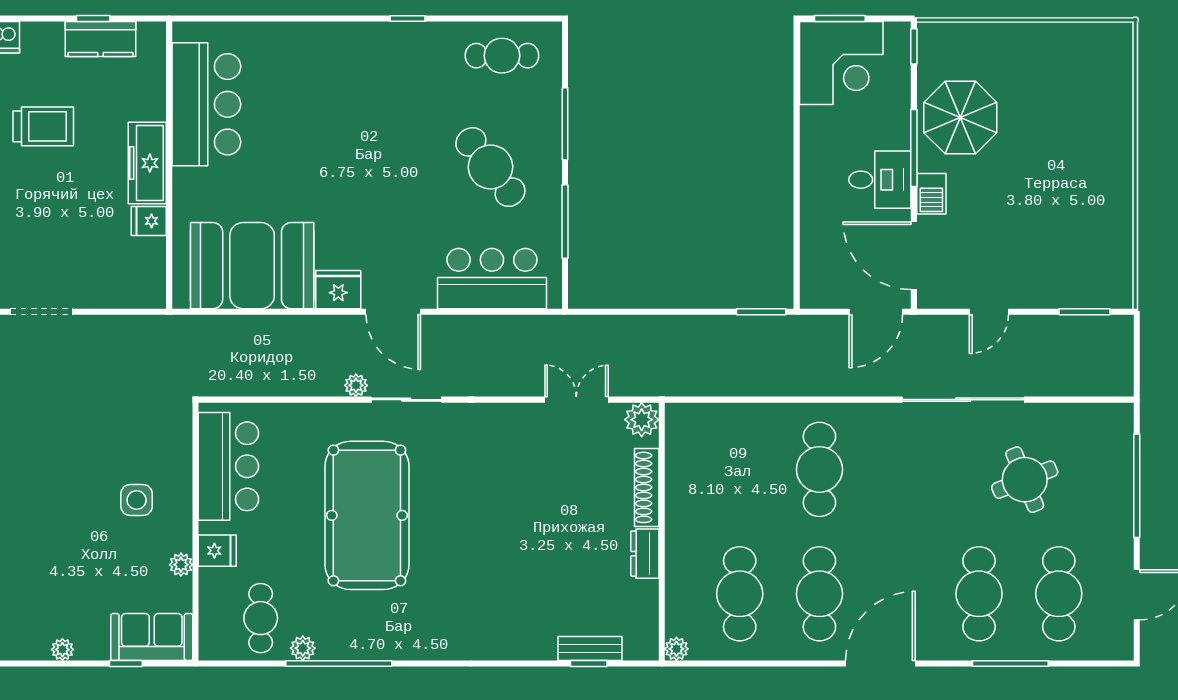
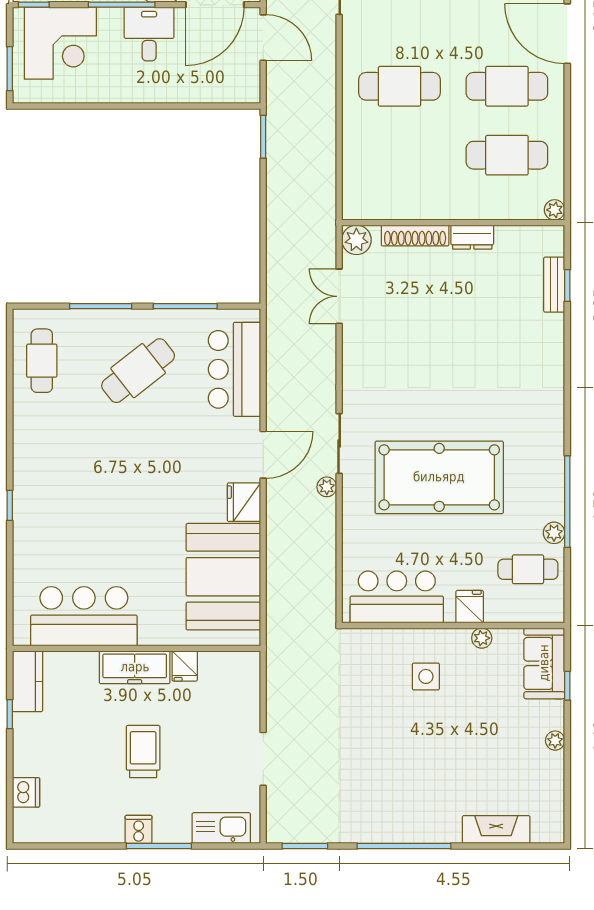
window: (408, 19) -> (10, 505), moved
kitchen counter: (101, 39) -> (27, 681), moved
corner desk: (841, 63) -> (60, 43), moved, turned 90
trolley: (43, 126) -> (143, 751), moved

